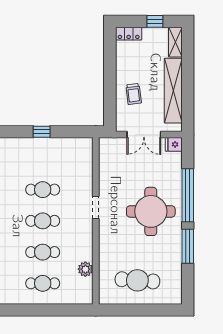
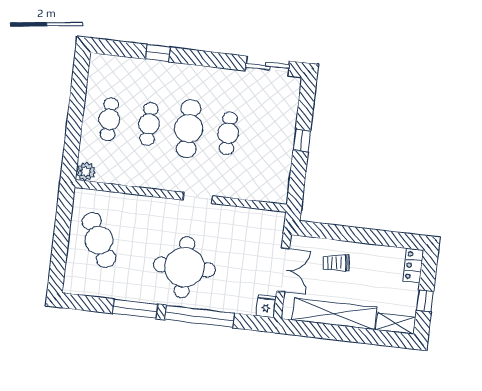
double door: (144, 135) -> (283, 270), swing flipped
cafe table: (43, 221) -> (189, 129), width x1.37, depth x1.35
plant: (85, 269) -> (86, 172), moved
cafe table: (137, 280) -> (99, 240), turned -32

